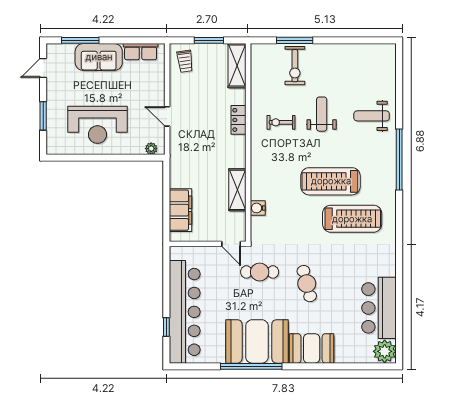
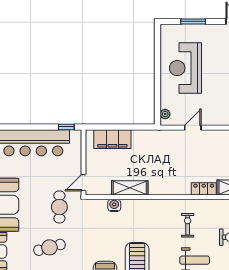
locker: (239, 120) -> (204, 189), moved
window: (166, 327) -> (66, 127), moved

